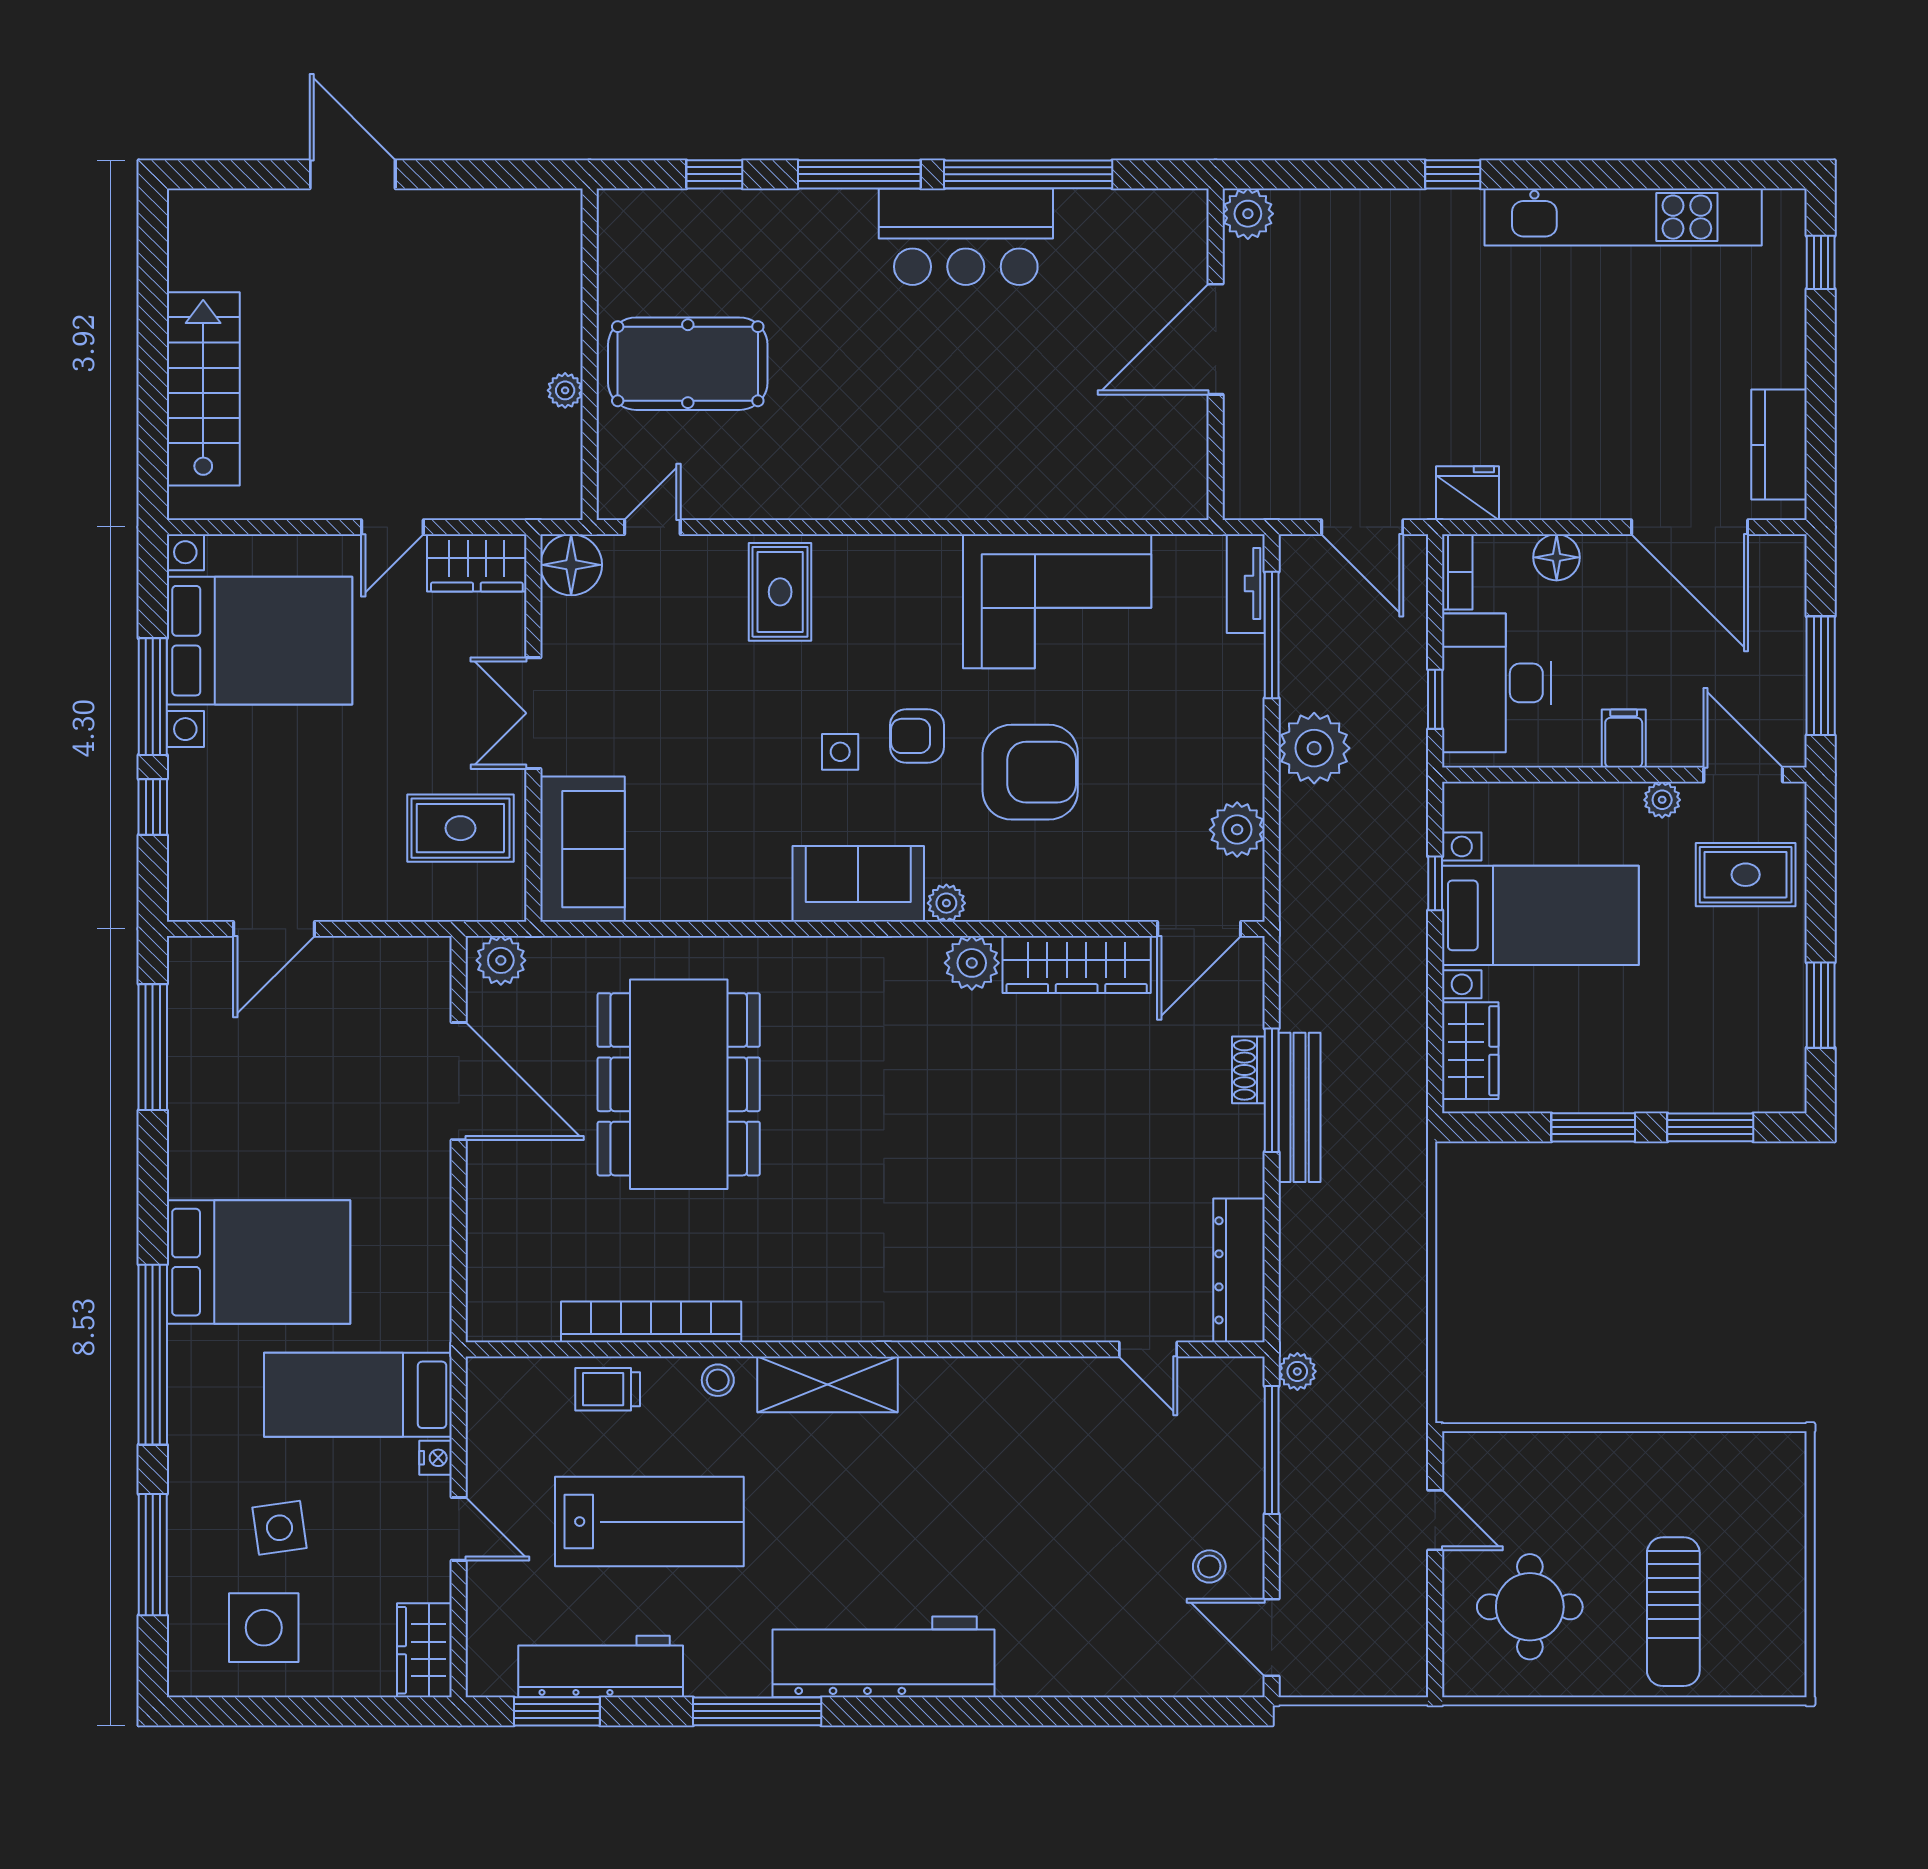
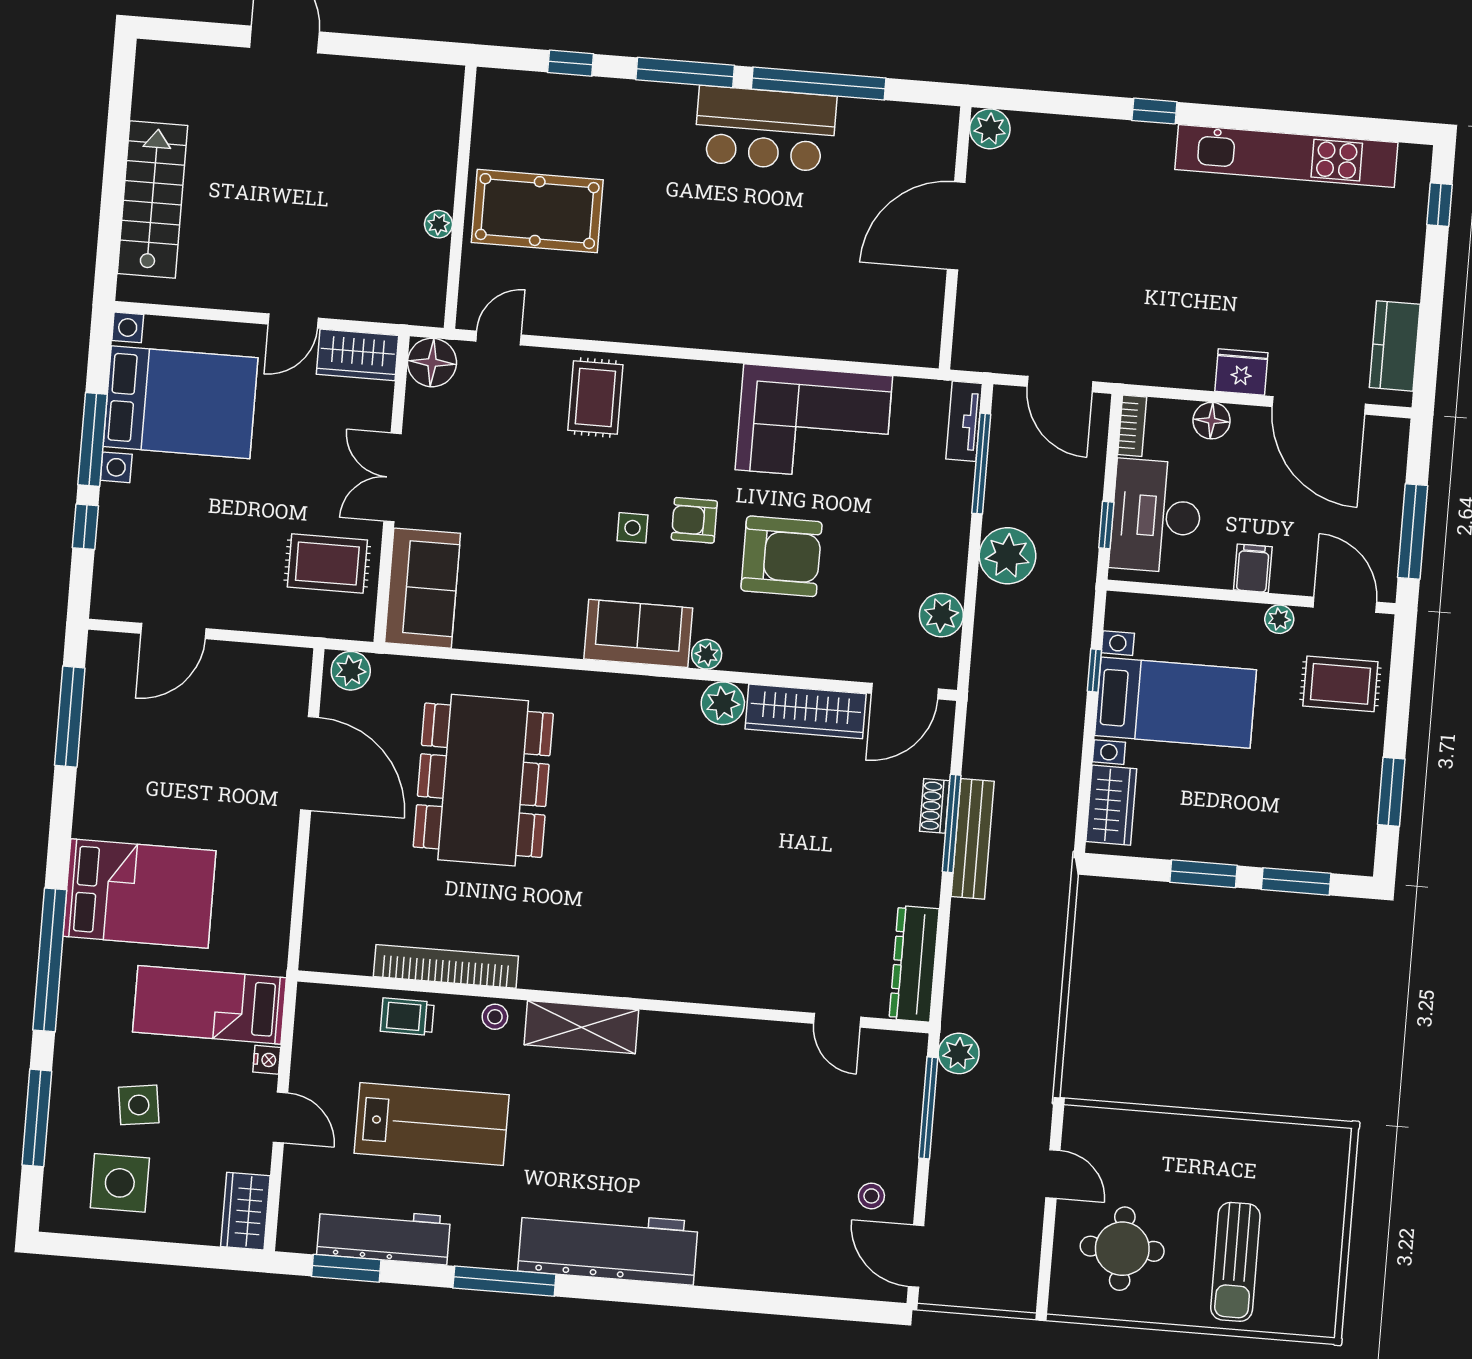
fridge: (1467, 493) -> (1241, 372), moved
plant: (1297, 1371) -> (959, 1053), width x1.38, depth x1.38

